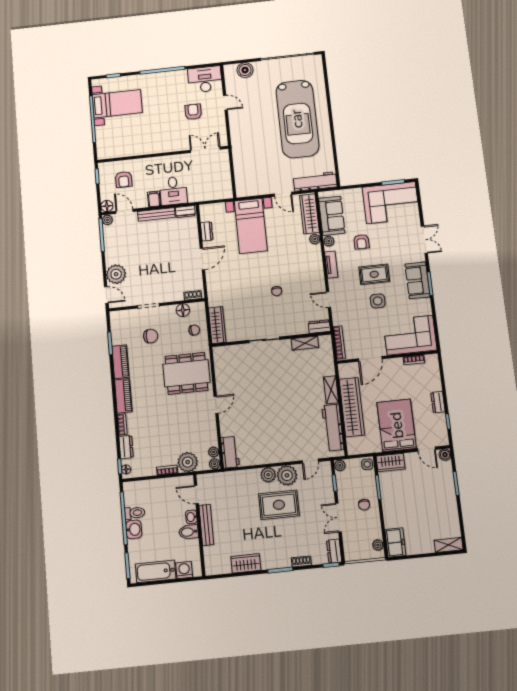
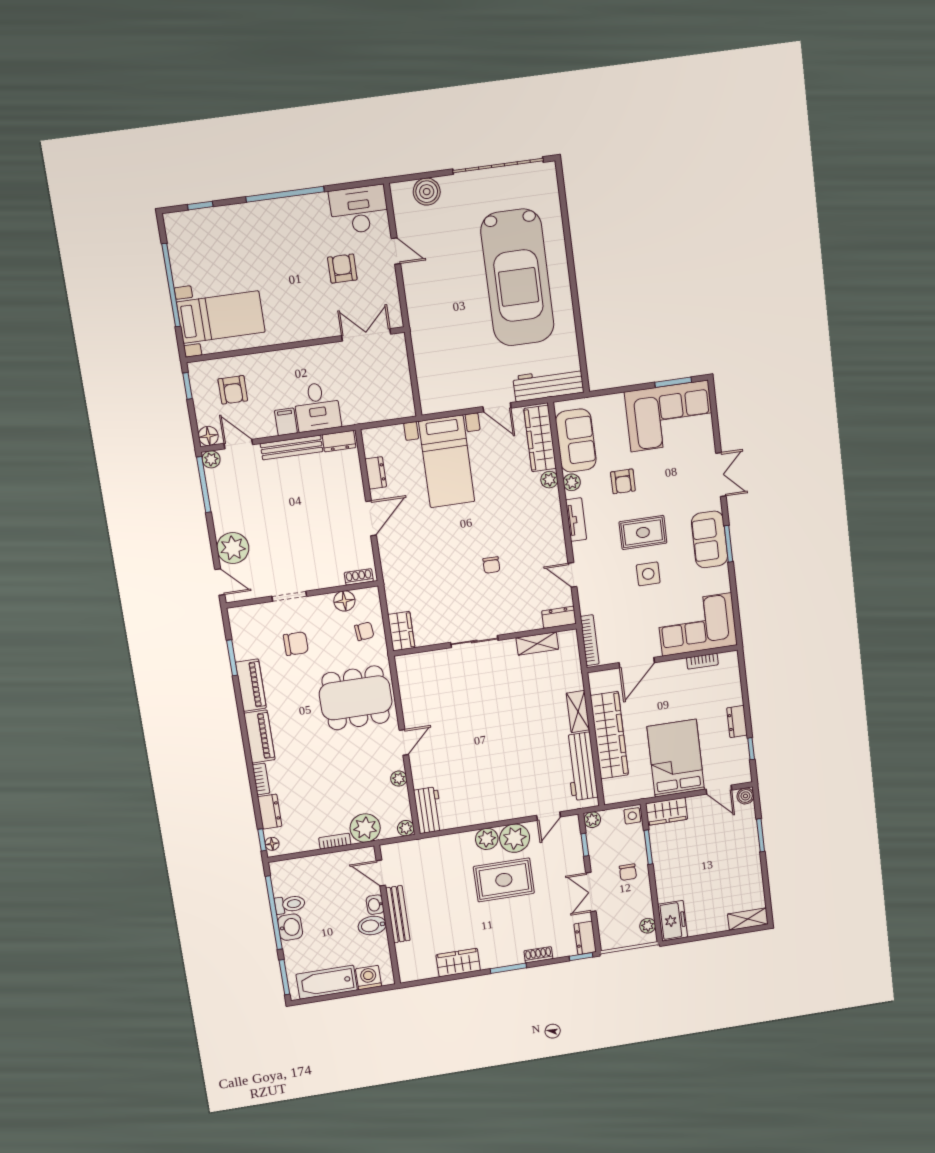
bed with nightstands: (117, 104) -> (221, 317), moved
wardrobe: (217, 325) -> (401, 631), width x0.67
plant: (214, 452) -> (399, 779), moved

